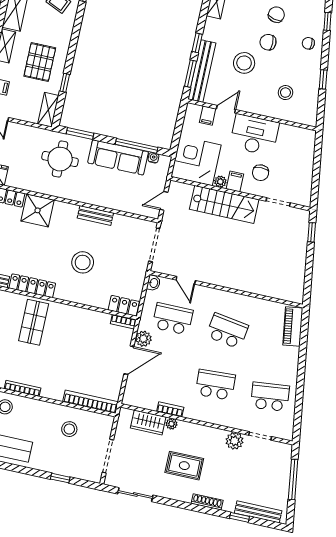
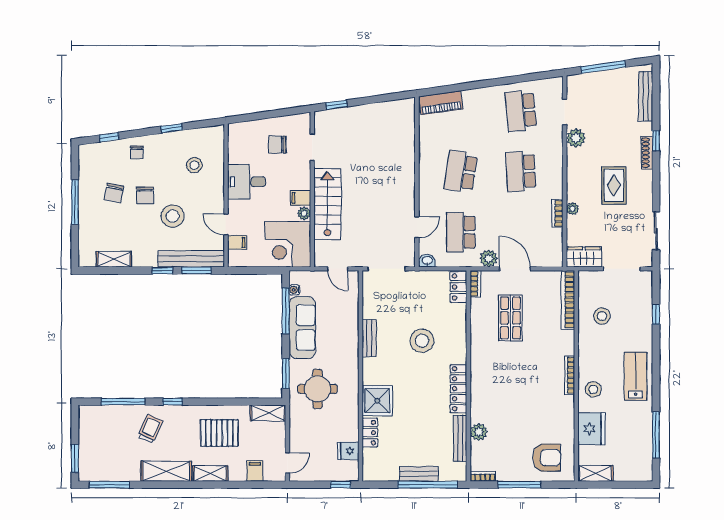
chair: (276, 15) -> (114, 193), turned -91
window: (65, 83) -> (173, 402), moved
desk: (254, 135) -> (247, 182), width x0.73
chair: (261, 173) -> (277, 145), moved, turned 180
shop shelf: (34, 322) -> (511, 318), moved, turned 90
wardrobe: (148, 422) -> (584, 257), moved, turned -90
window: (240, 517) -> (656, 141), moved

